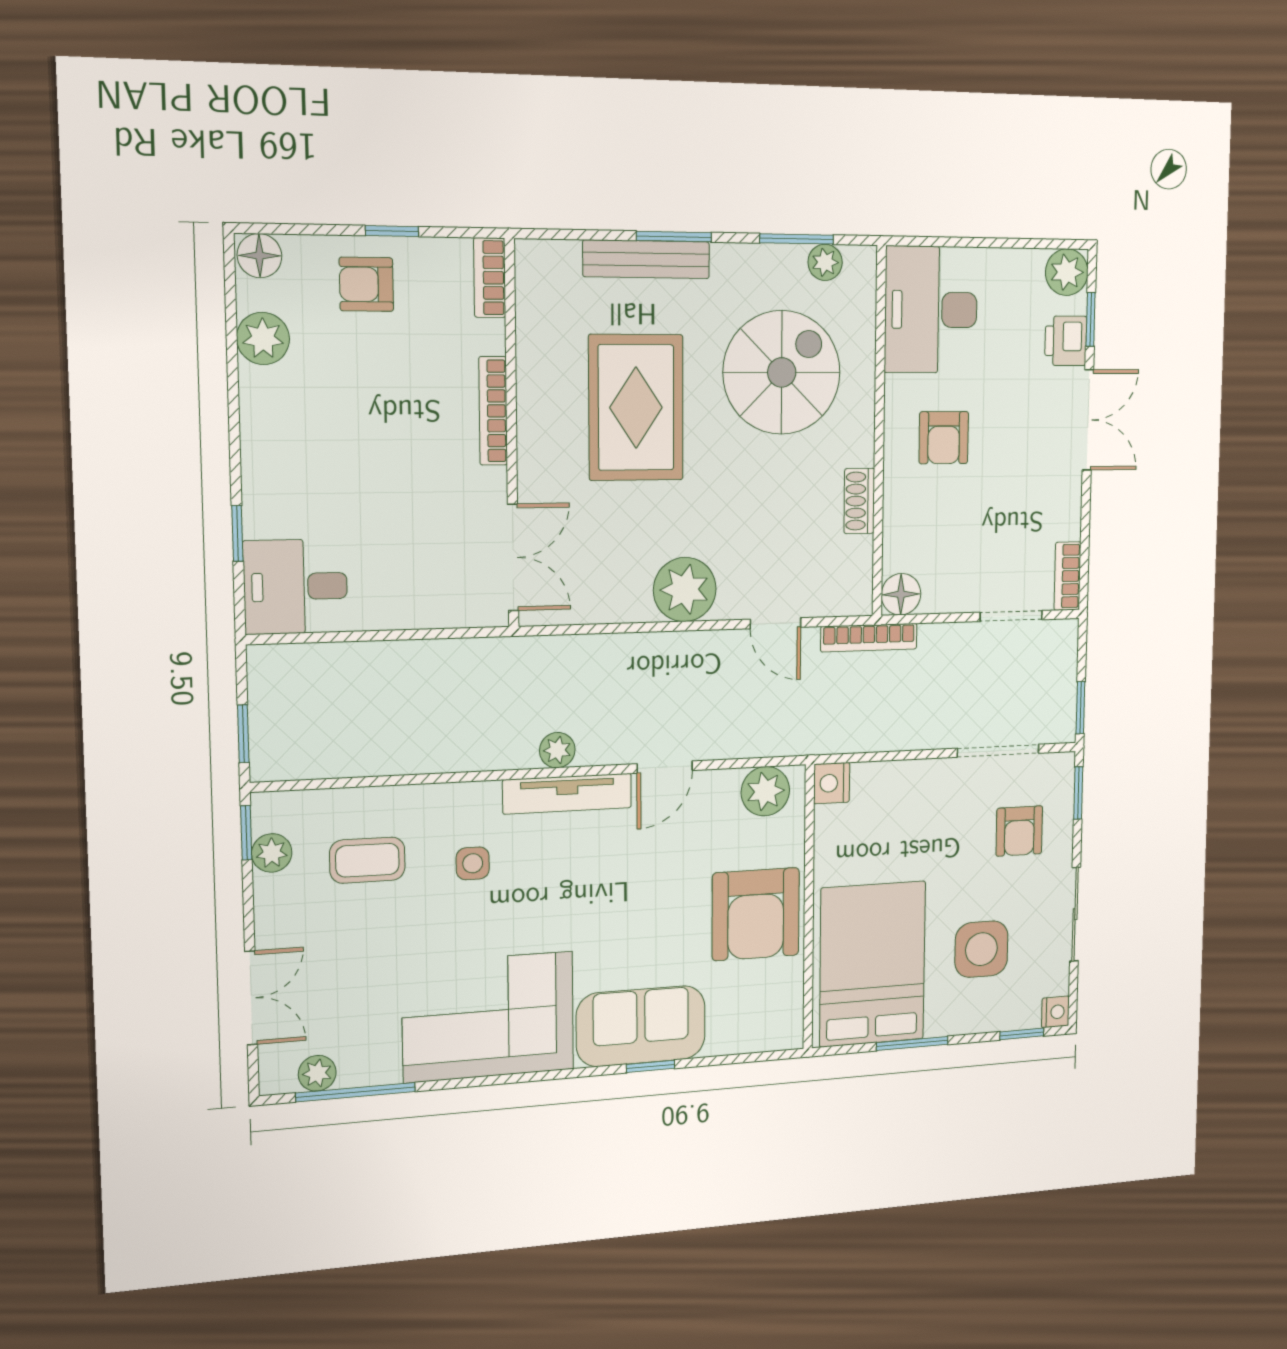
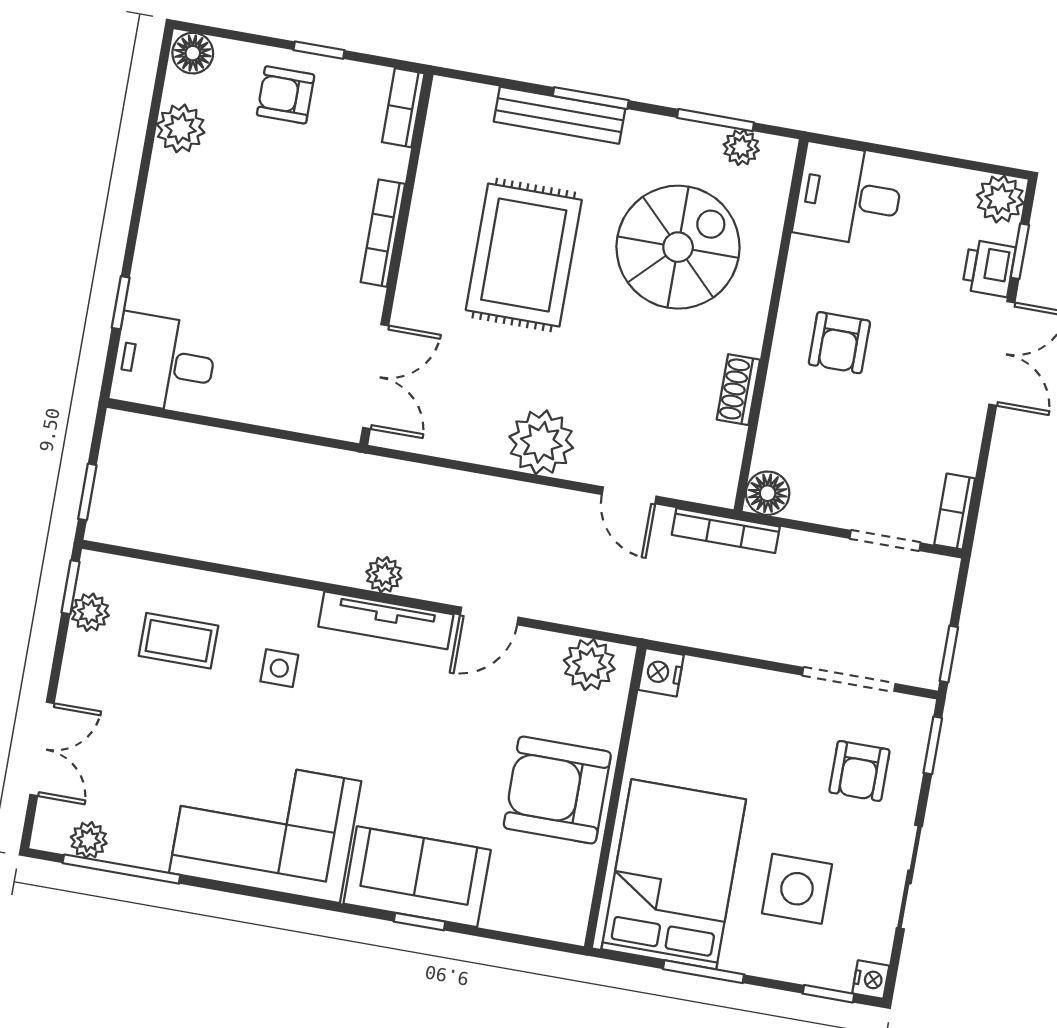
desk: (931, 310) -> (849, 195), width x0.73
armchair: (756, 914) -> (557, 790), turned 90

